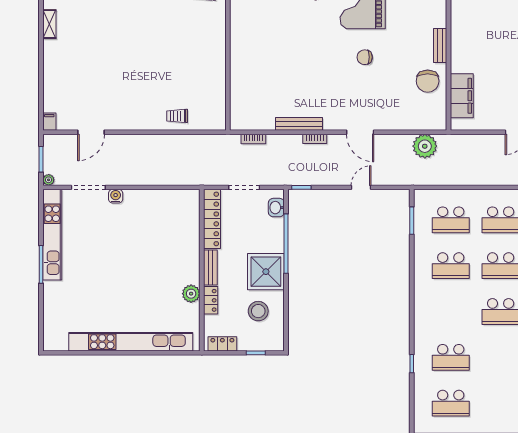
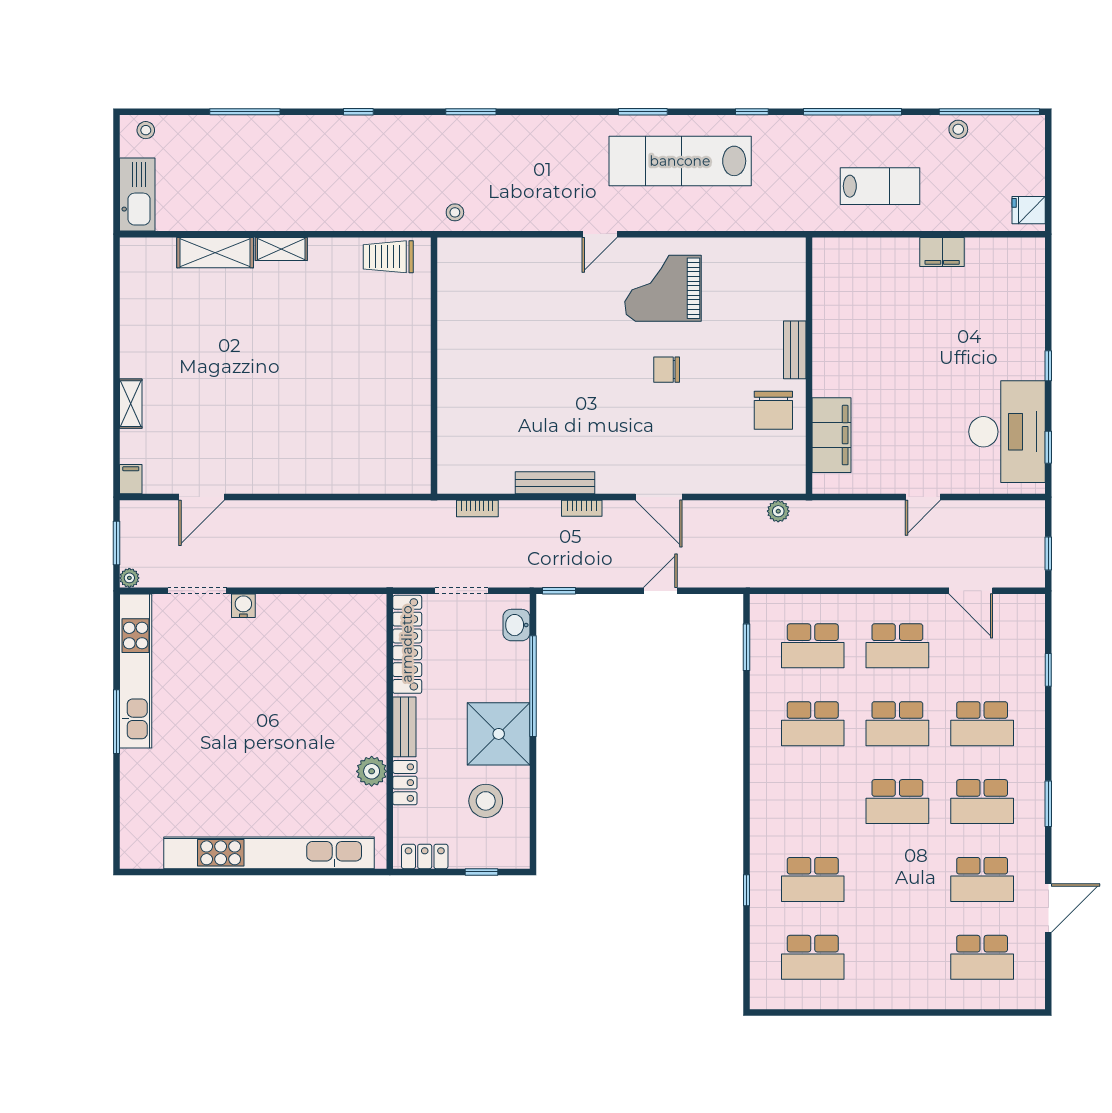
shelving: (49, 24) -> (131, 404), moved
trolley: (177, 116) -> (348, 469), removed
plant: (425, 146) -> (778, 511), width x0.53, depth x0.53

